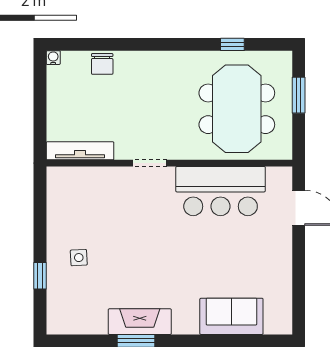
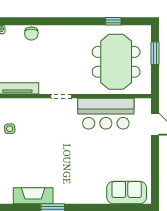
side table: (79, 258) -> (10, 129), moved
sofa: (231, 316) -> (127, 192), moved
fireplace: (140, 322) -> (33, 196), moved

